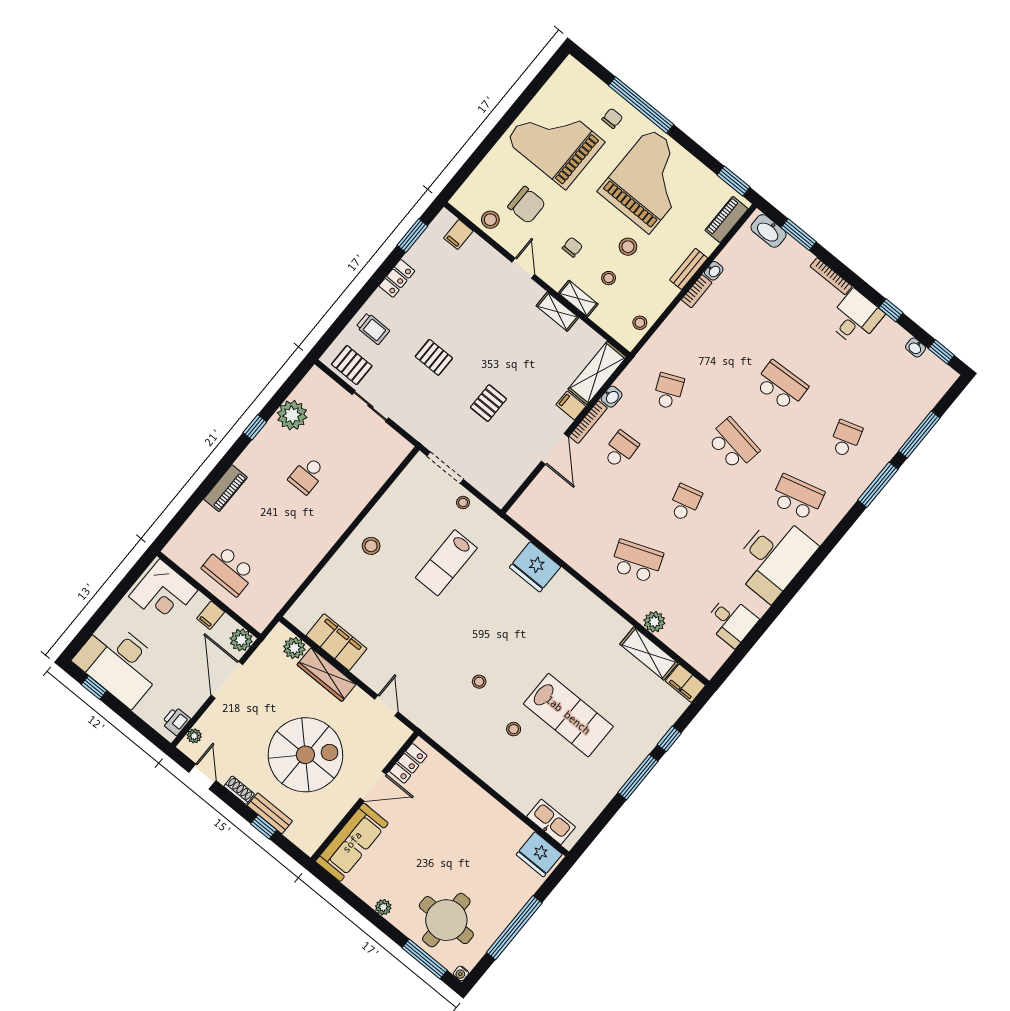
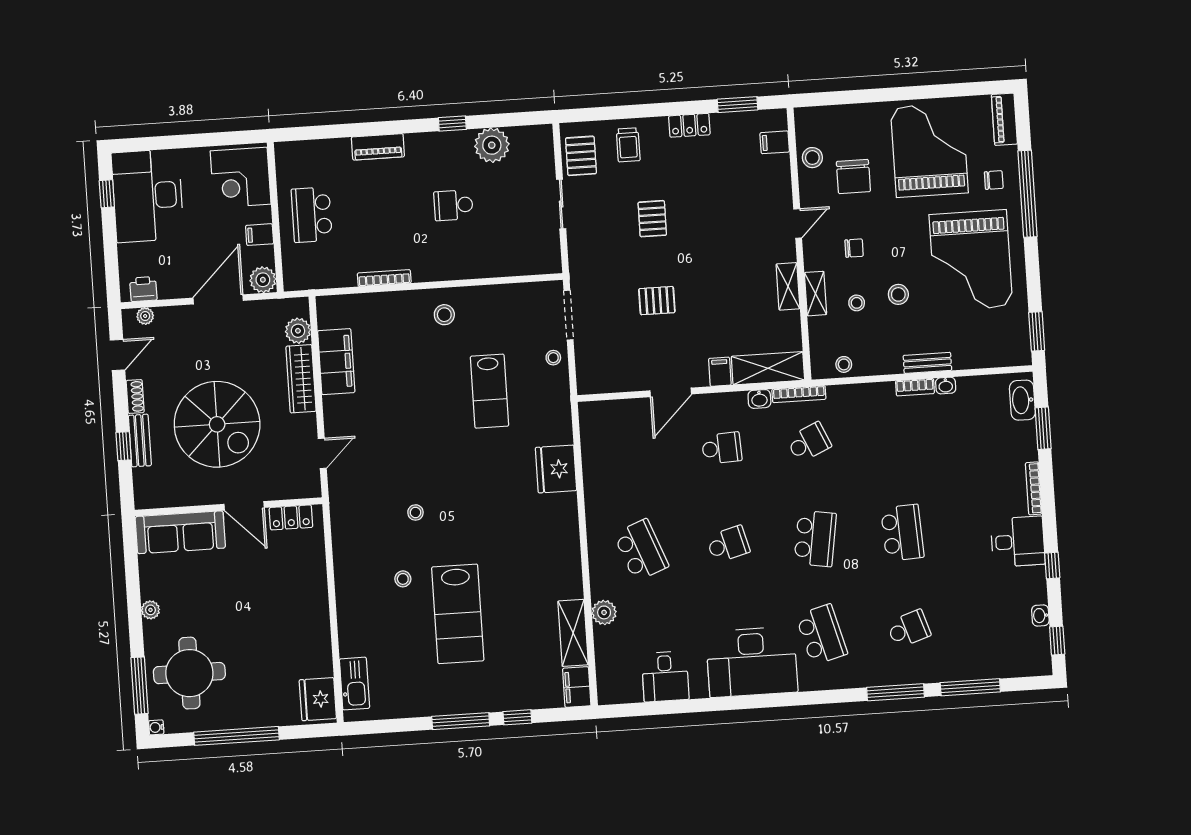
grand piano: (649, 181) -> (971, 260), turned 90
piano: (726, 220) -> (1004, 119), moved, turned -90
bookcase: (588, 422) -> (799, 394), moved
bookcase: (312, 562) -> (384, 278), added
lab bench: (446, 563) -> (489, 391), turned -90

